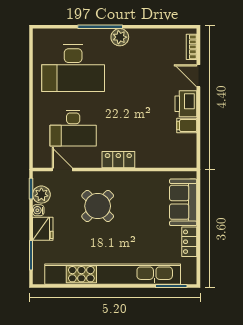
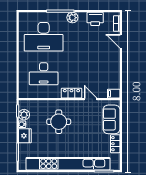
printer: (186, 104) -> (95, 19), moved, turned -90
filing cabinet: (187, 126) -> (114, 94), moved
door: (62, 170) -> (91, 99), moved
round table: (98, 206) -> (59, 122), turned 45

